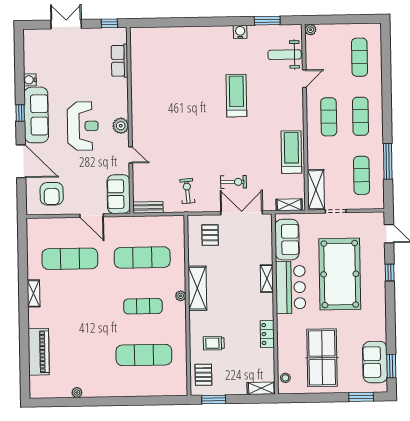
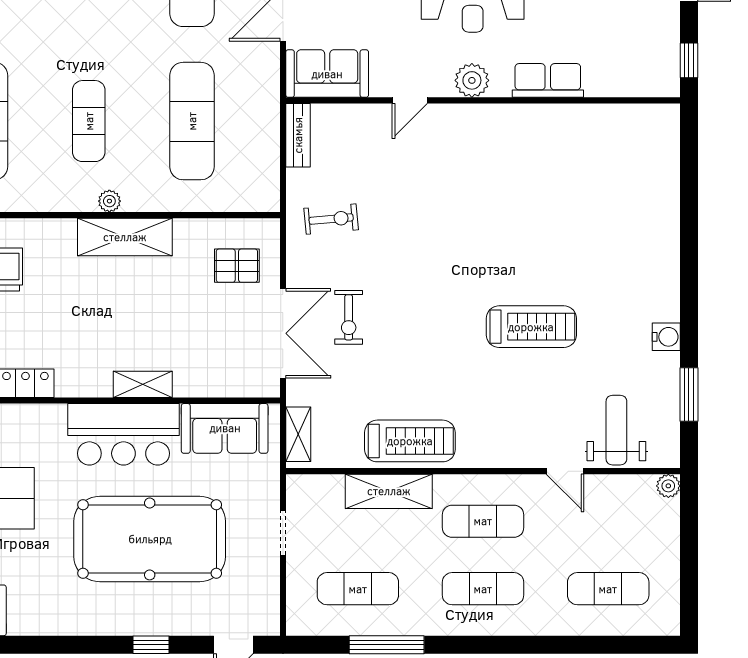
row of seats: (120, 61) -> (548, 80), moved
shelving: (316, 190) -> (389, 491), moved

